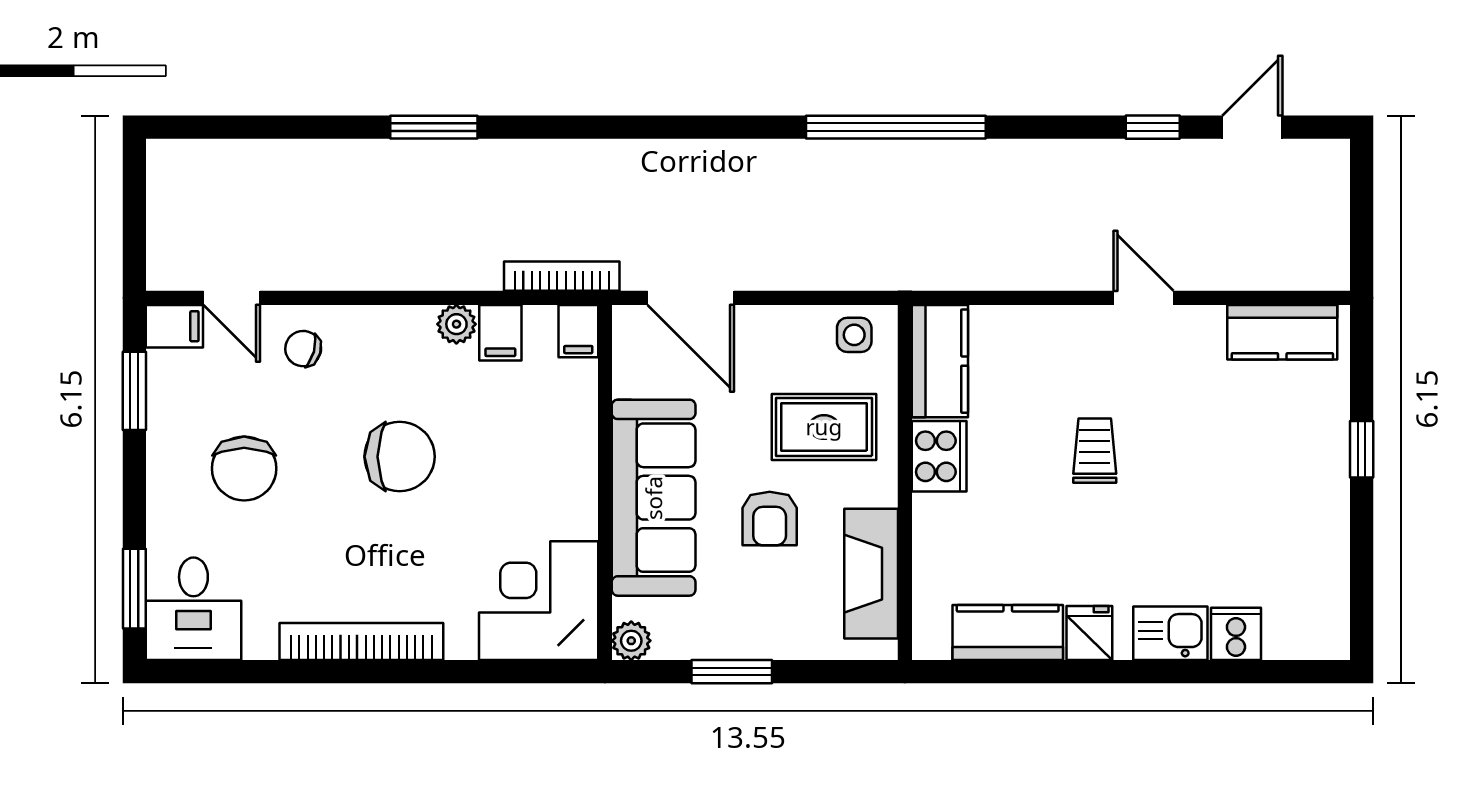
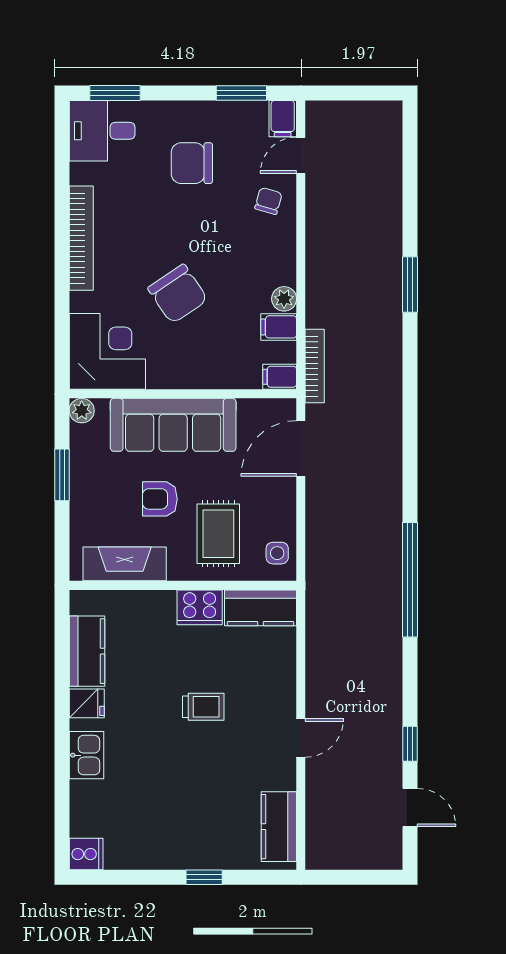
chair: (400, 457) -> (178, 294), moved, turned -34
cooker: (1236, 634) -> (86, 854), moved

